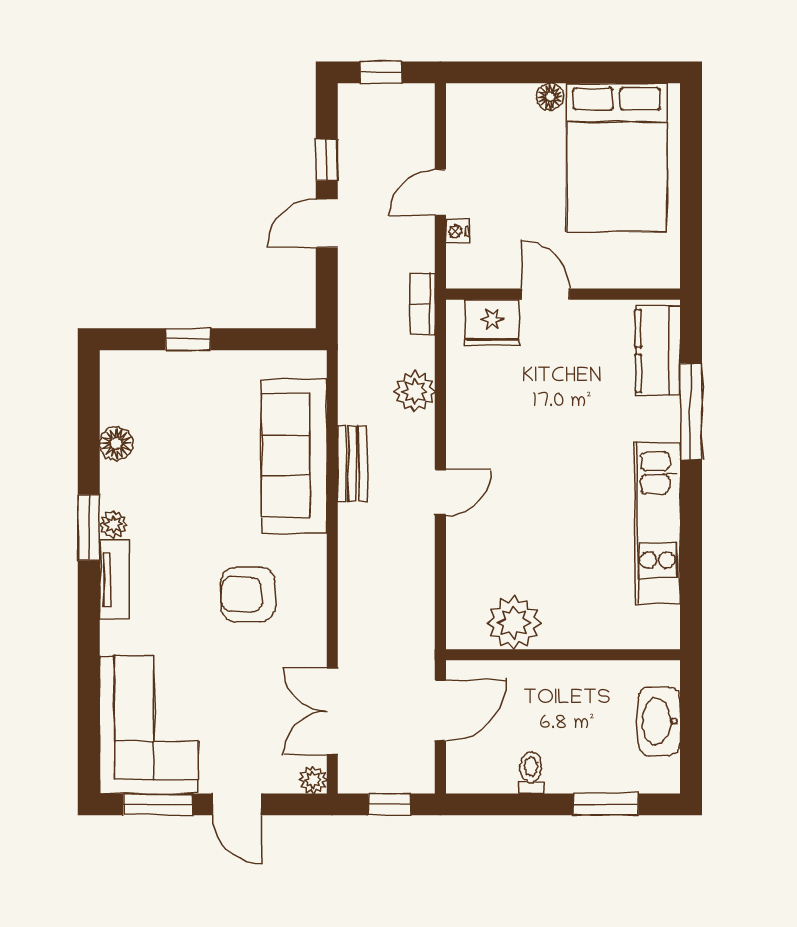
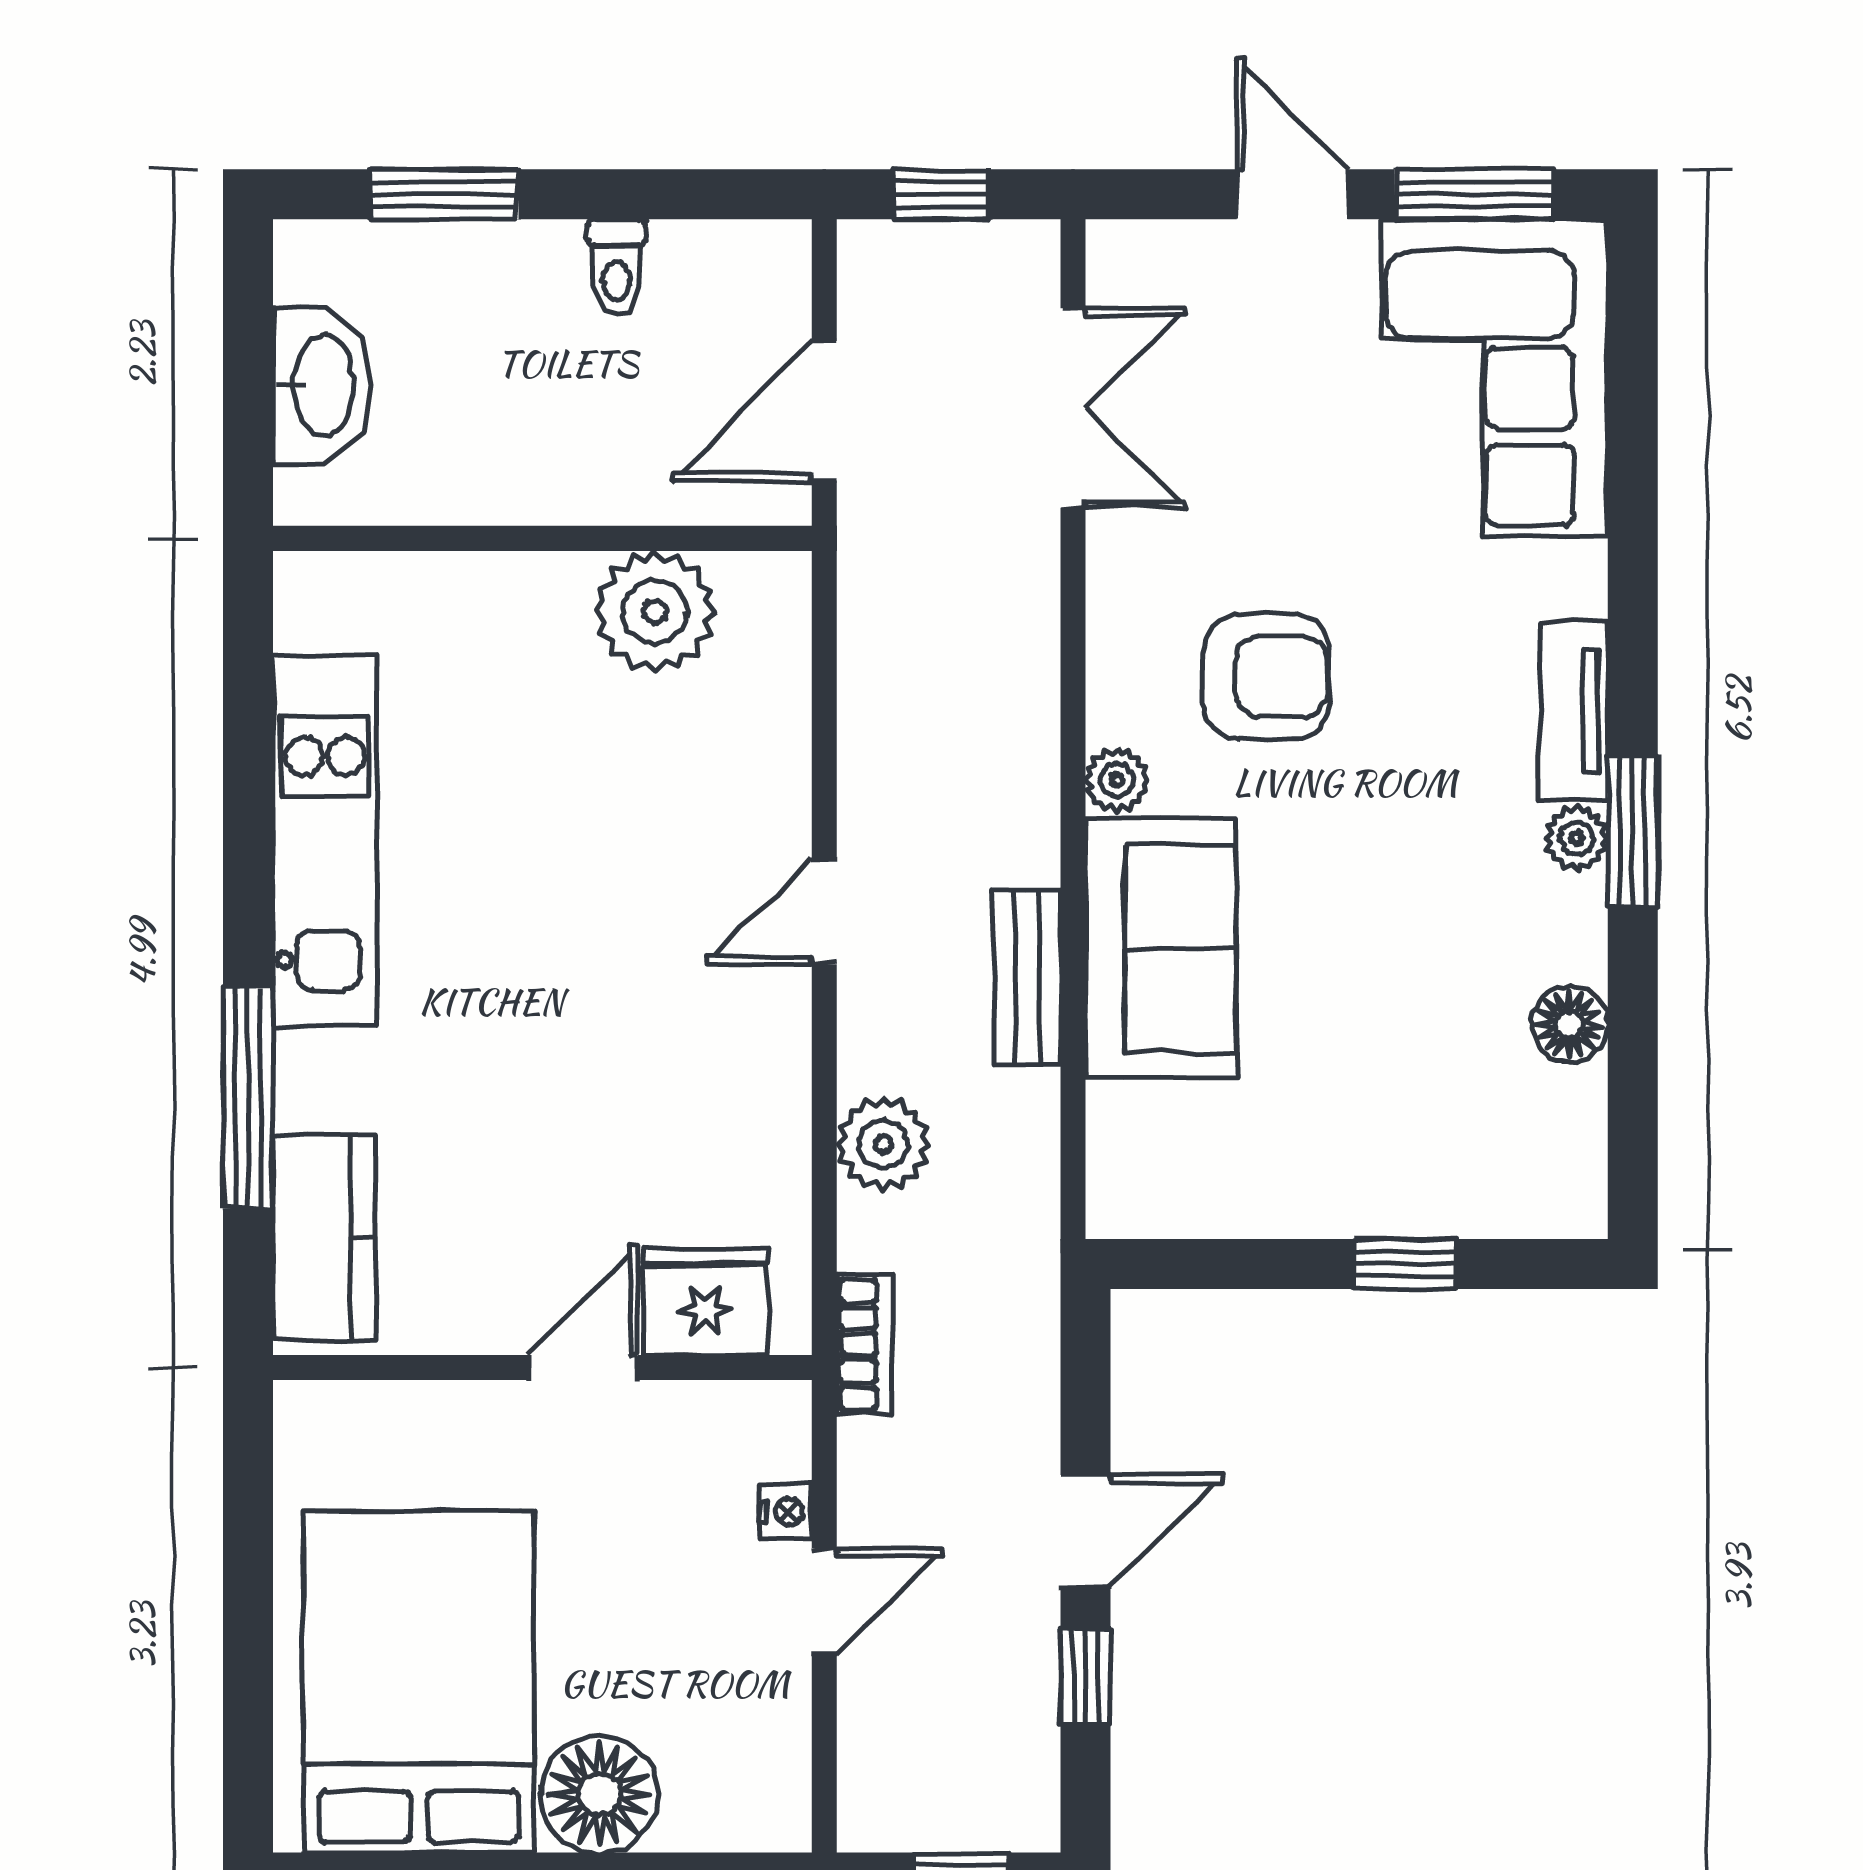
floor lamp: (550, 97) -> (599, 1794), width x1.89, depth x1.89
door: (545, 294) -> (583, 1368), swing flipped
sofa: (294, 456) -> (1161, 948), width x0.73
plant: (313, 780) -> (1117, 780), moved

